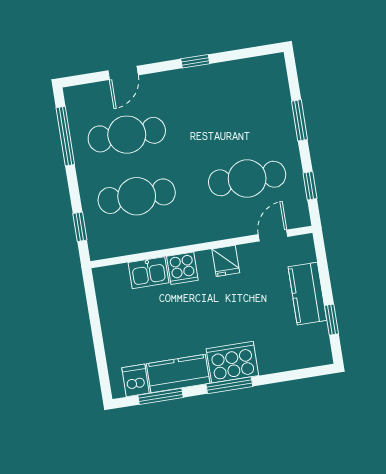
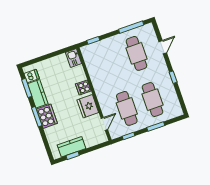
door: (123, 73) -> (163, 47), swing flipped
cafe table: (137, 196) -> (152, 100), moved
door: (273, 236) -> (104, 124), hinge flipped
fridge: (226, 261) -> (88, 106), width x1.88, depth x1.34
kitchen sink: (149, 273) -> (74, 58), moved
kitchen counter: (307, 294) -> (71, 147), moved

